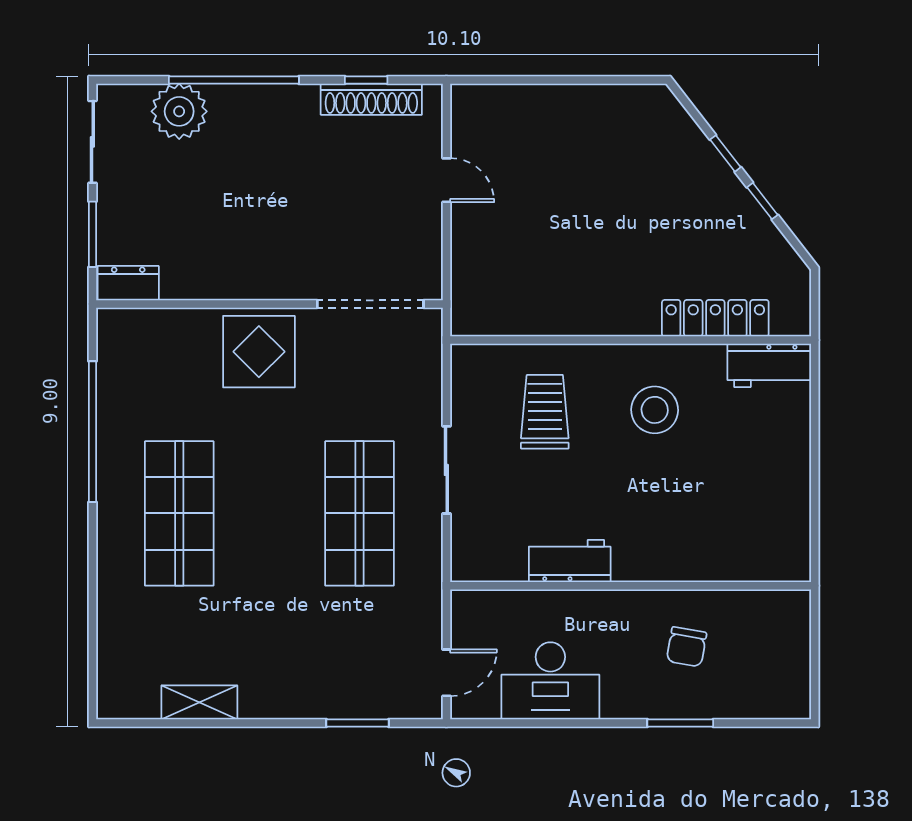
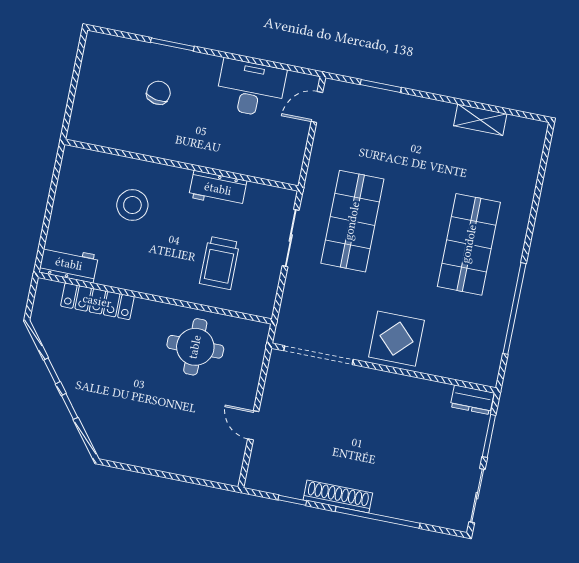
shoe rack: (371, 99) -> (338, 496), moved
plant: (179, 111) -> (417, 504), removed
round table: (556, 280) -> (195, 347), added
stool: (655, 410) -> (132, 205), moved
workbench: (570, 561) -> (218, 189), moved
wall: (631, 586) -> (182, 165), moved

